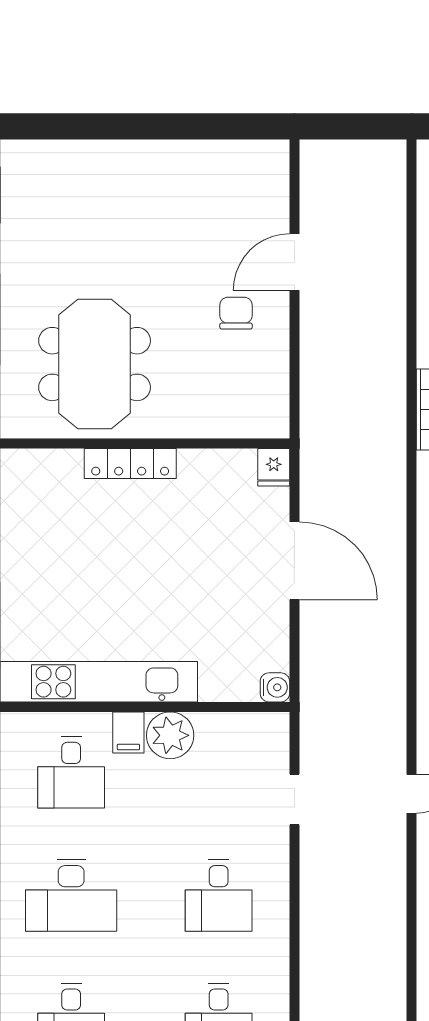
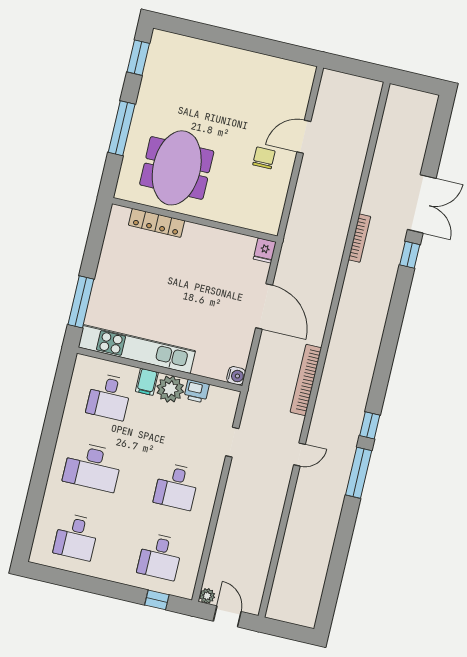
locker: (130, 464) -> (157, 223), moved
bookcase: (393, 667) -> (306, 380), added
printer: (215, 729) -> (197, 391), added

